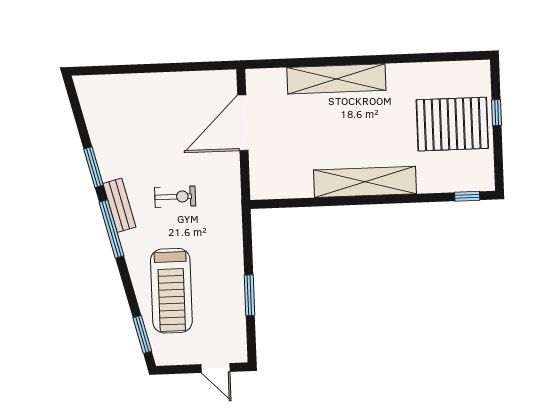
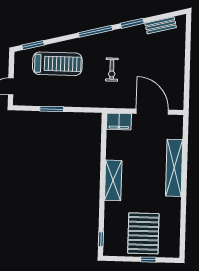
filing cabinet: (263, 179) -> (119, 122), added
shelving: (365, 182) -> (113, 180), width x0.68
bench: (119, 205) -> (161, 25), moved
treadmill: (171, 291) -> (57, 64), turned 180

